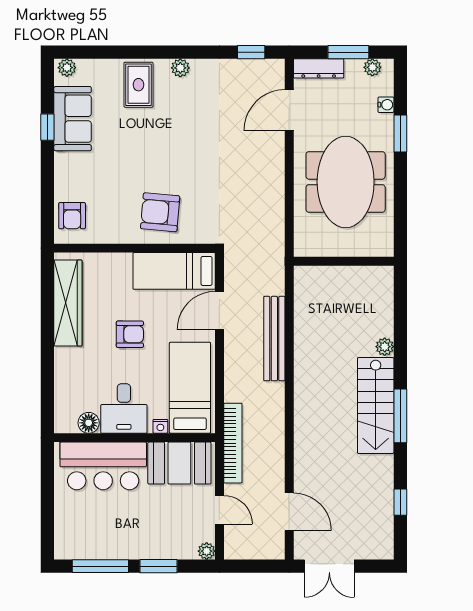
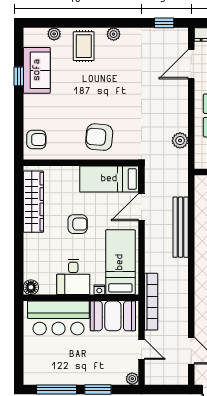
plant: (67, 68) -> (54, 34), moved
armchair: (72, 216) -> (36, 140), turned -90
plant: (274, 217) -> (180, 140), added
floor lamp: (89, 423) -> (31, 287), moved

